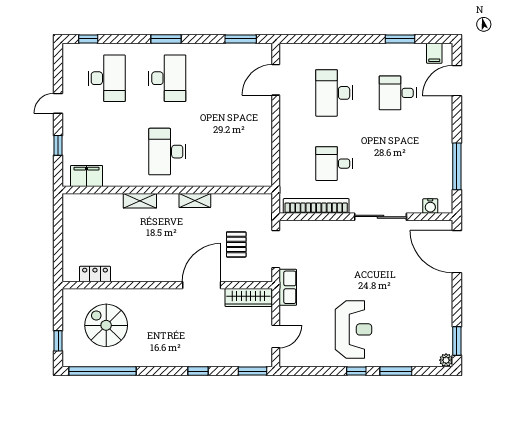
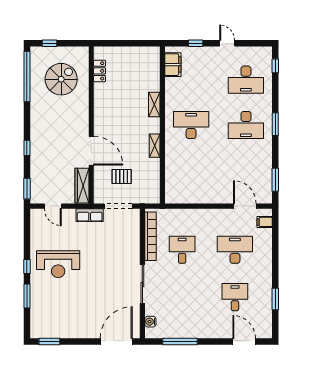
filing cabinet: (434, 53) -> (265, 222), moved
plant: (446, 360) -> (35, 333), removed

